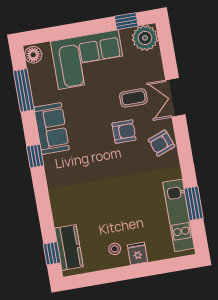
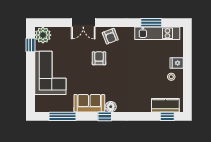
floor lamp: (33, 55) -> (111, 107), moved
coffee table: (133, 98) -> (79, 49), removed

